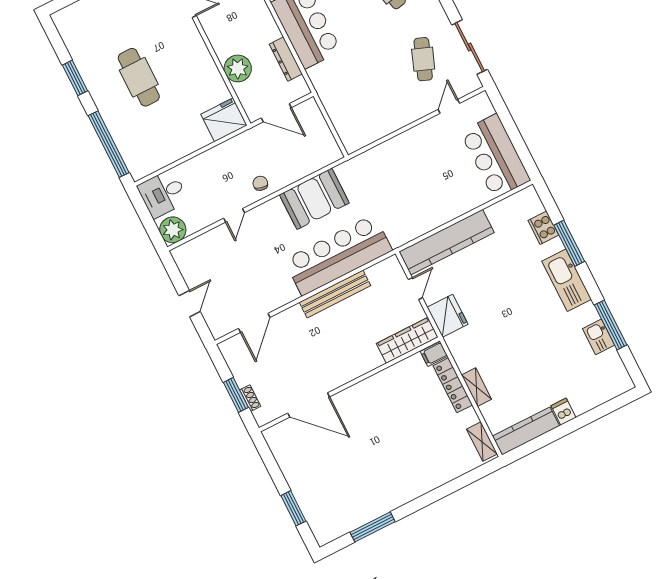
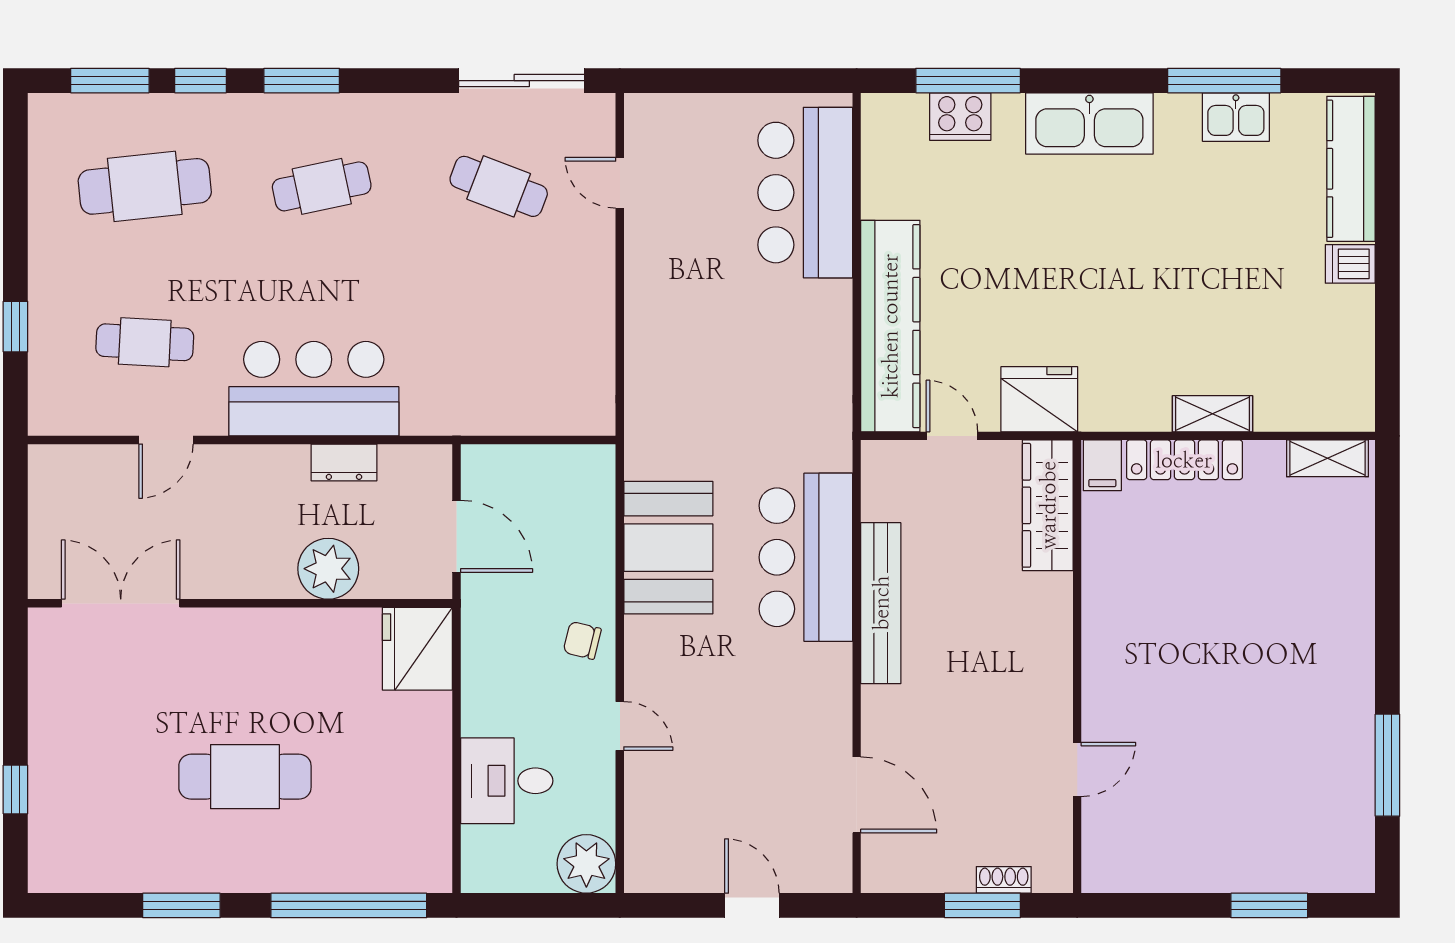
dresser: (286, 59) -> (344, 462), width x0.70
door: (276, 113) -> (456, 536), hinge flipped
bar counter: (495, 156) -> (805, 193), moved, turned 90
desk: (163, 194) -> (507, 781), moved, turned 90
window: (569, 243) -> (968, 81), moved
bar counter: (338, 255) -> (806, 557), width x0.73
door: (309, 405) -> (1077, 769), width x0.53
kitchen counter: (526, 431) -> (1351, 169), moved

